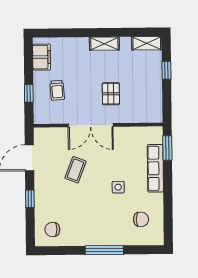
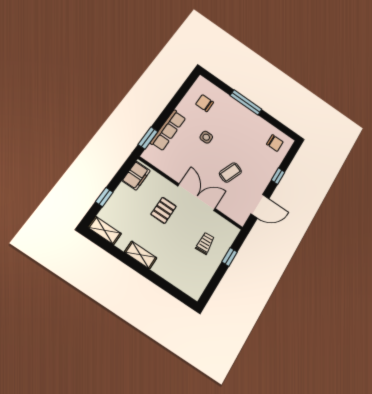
filing cabinet: (42, 57) -> (136, 176), moved, turned 180

